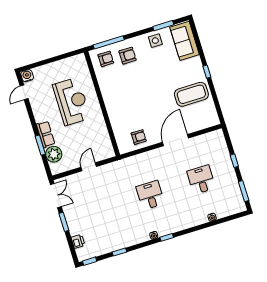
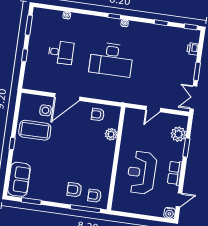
side table: (155, 41) -> (45, 110), moved
plant: (117, 124) -> (111, 134), added
row of seats: (46, 134) -> (175, 173), moved
desk: (201, 180) -> (61, 52), turned -90
desk: (150, 195) -> (111, 59), width x1.87, depth x1.30

